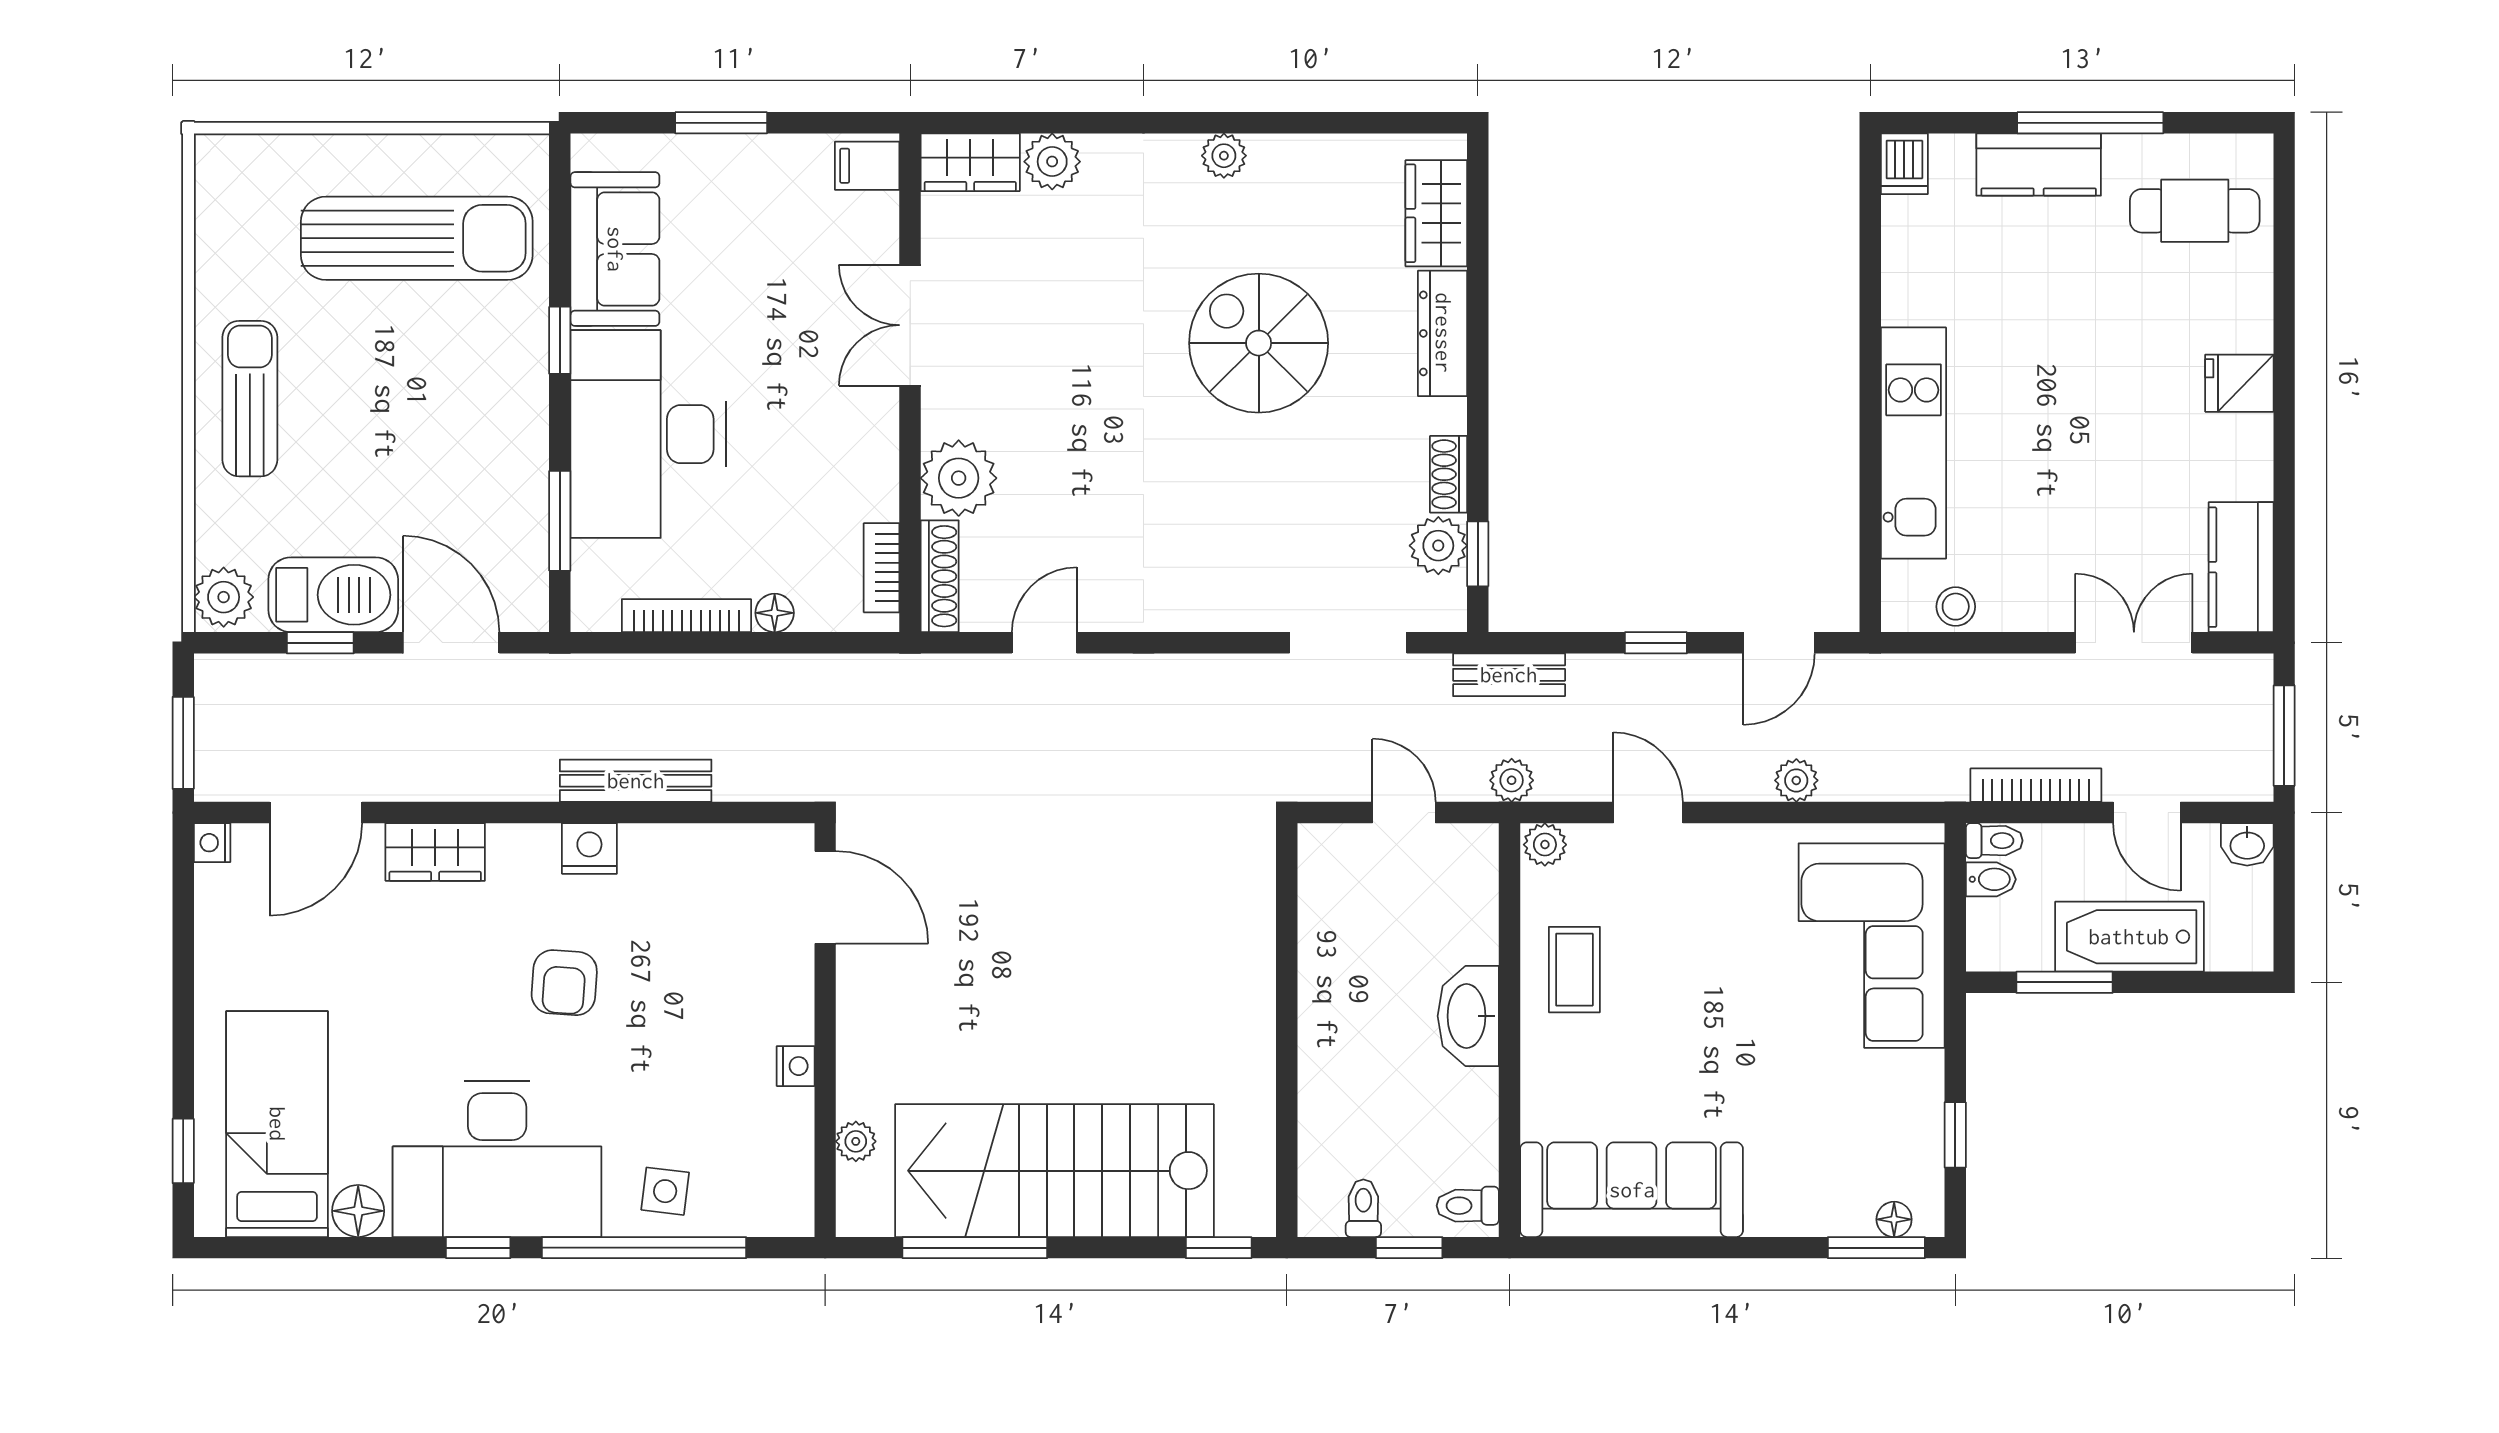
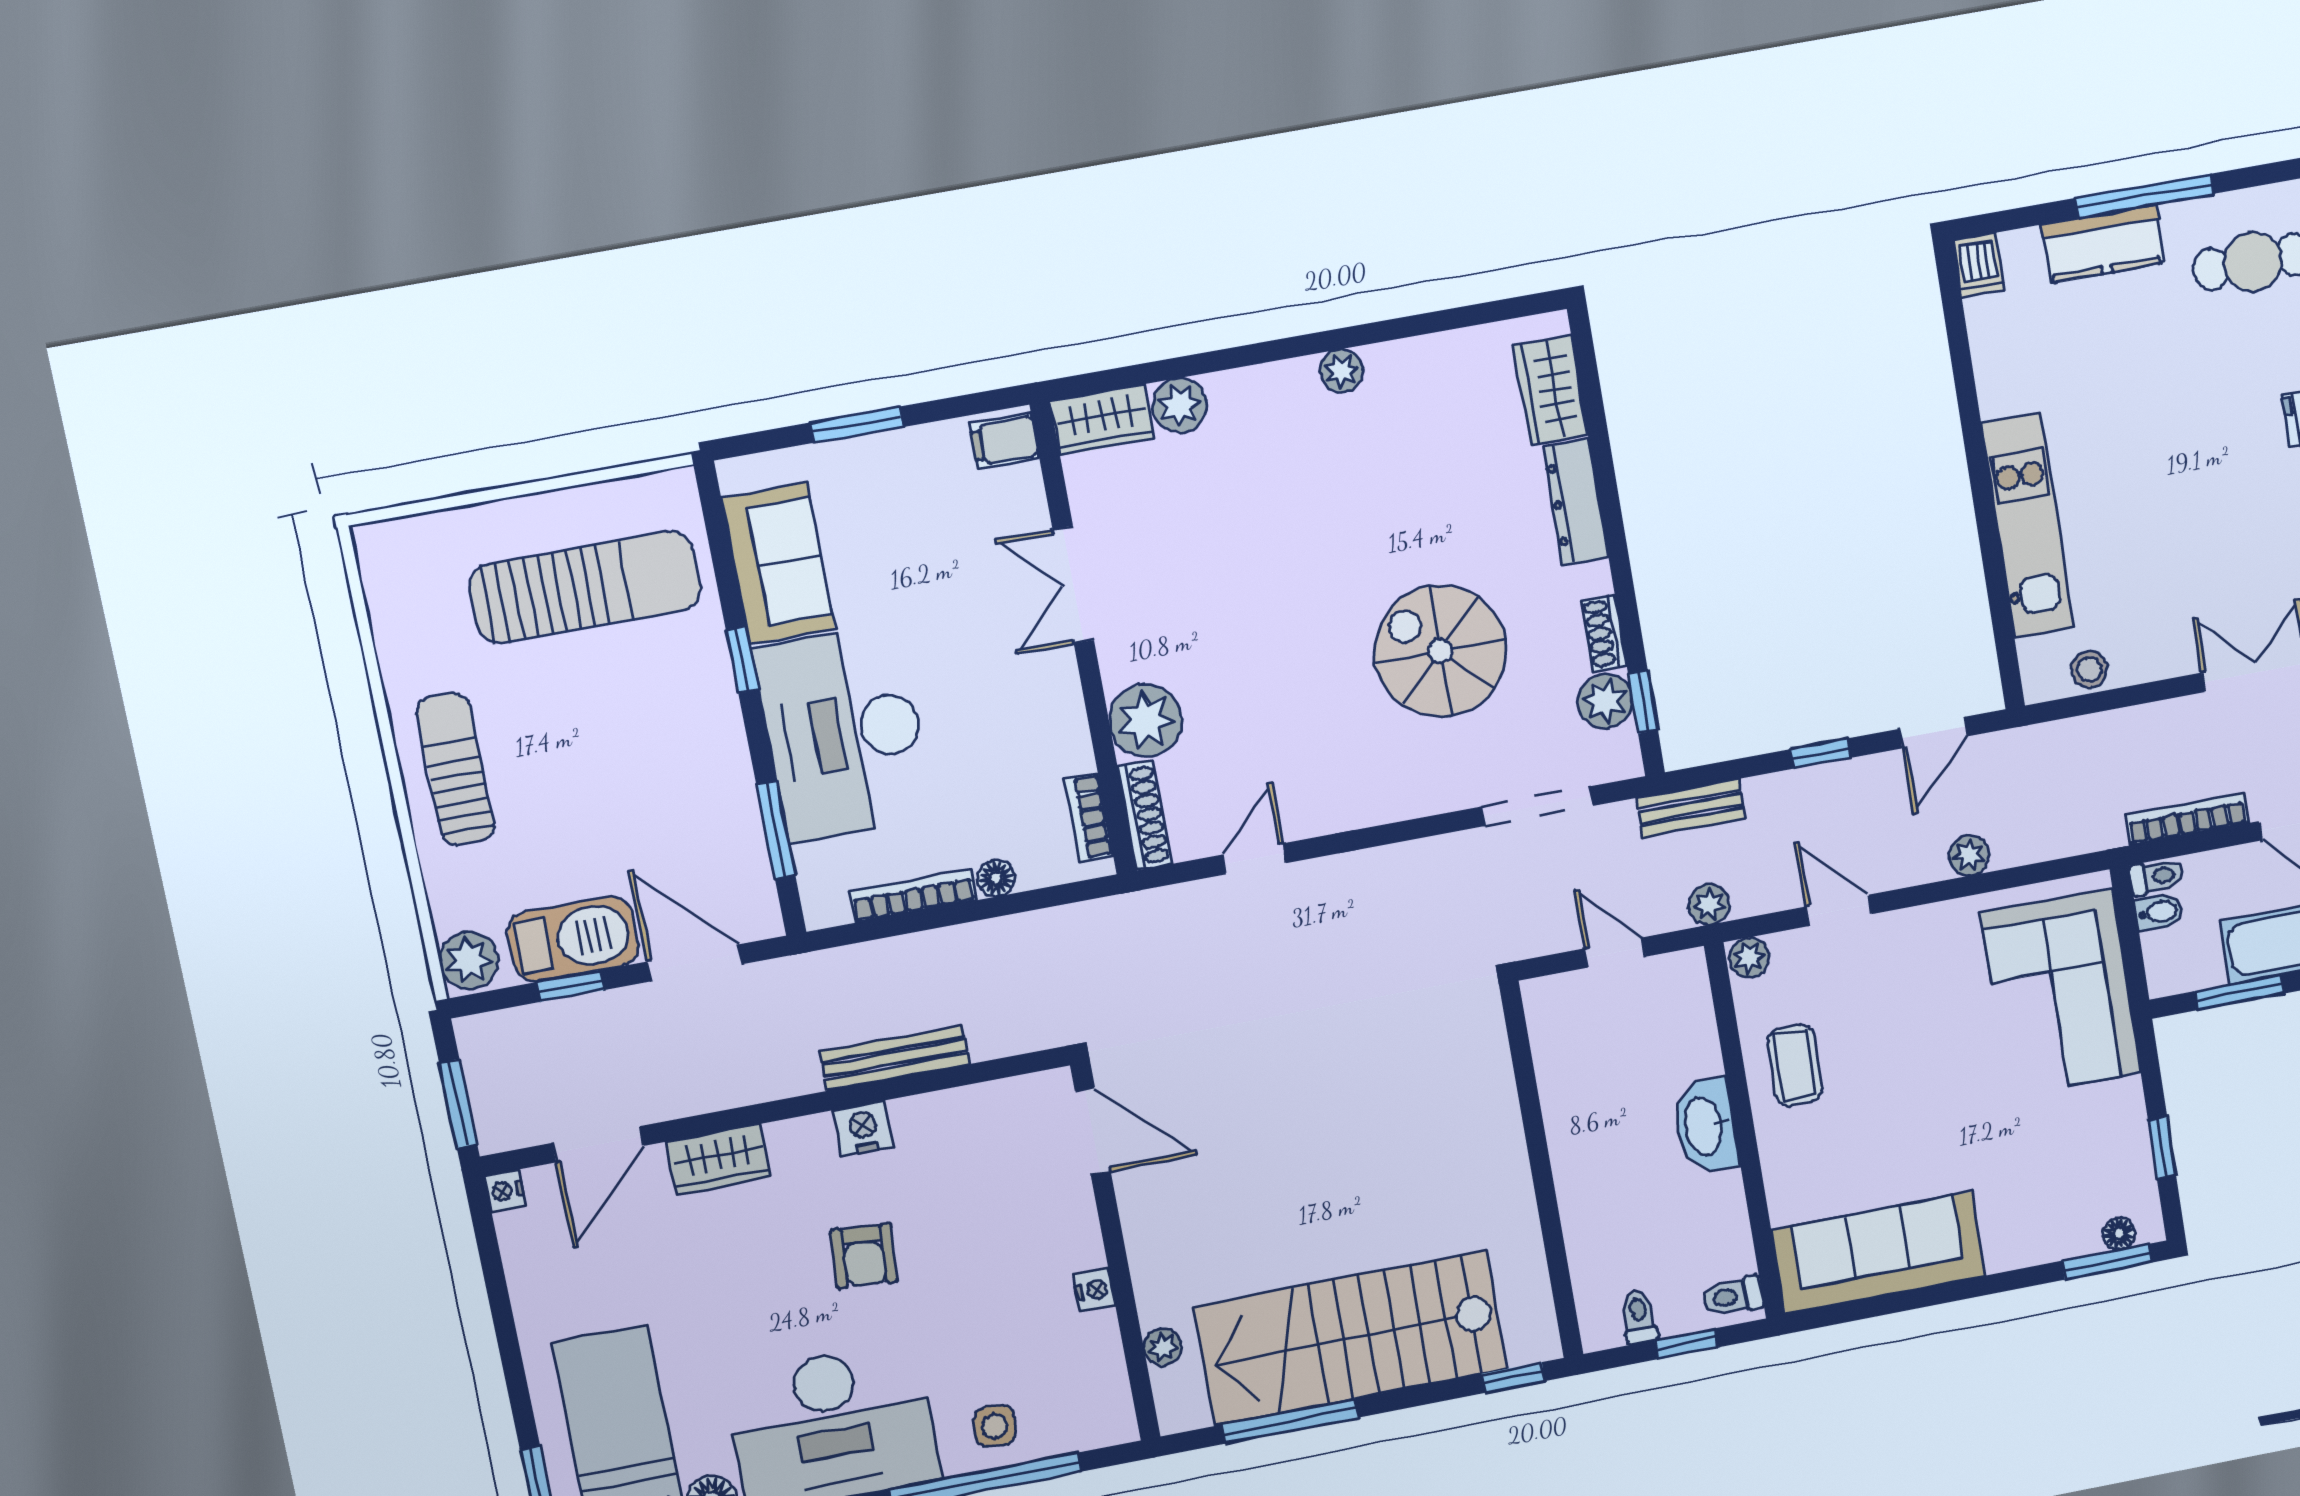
spiral stairs: (1259, 343) -> (1440, 651), moved

